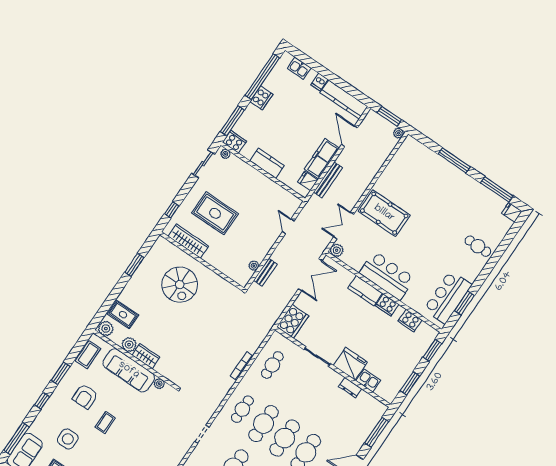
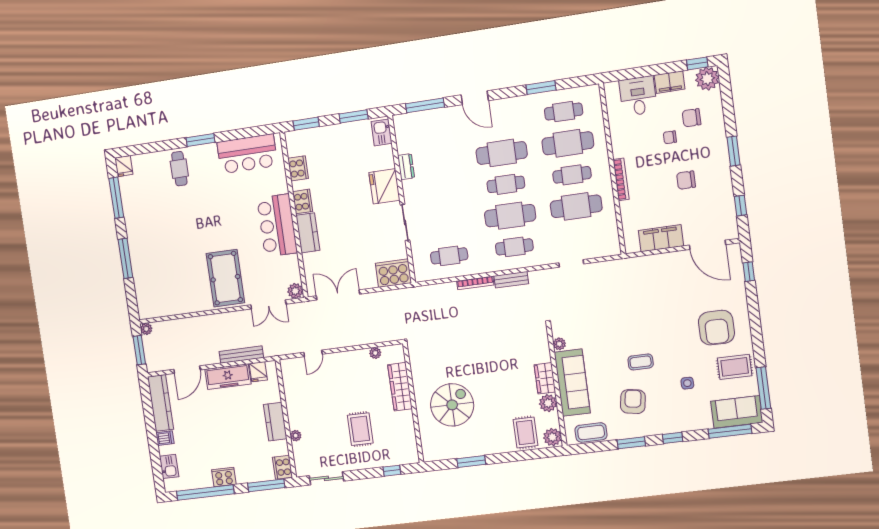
plant: (225, 154) -> (296, 436), moved
rug: (215, 213) -> (360, 429), width x0.73, depth x0.70
wardrobe: (188, 241) -> (400, 387), moved
bench: (265, 272) -> (511, 280), moved
window: (464, 303) -> (200, 140), moved
kitchen sink: (368, 381) -> (382, 132), moved
armchair: (85, 397) -> (633, 402), turned -81
cafe table: (285, 438) -> (506, 184), width x0.73, depth x0.74
side table: (68, 439) -> (687, 383), width x0.54, depth x0.54

